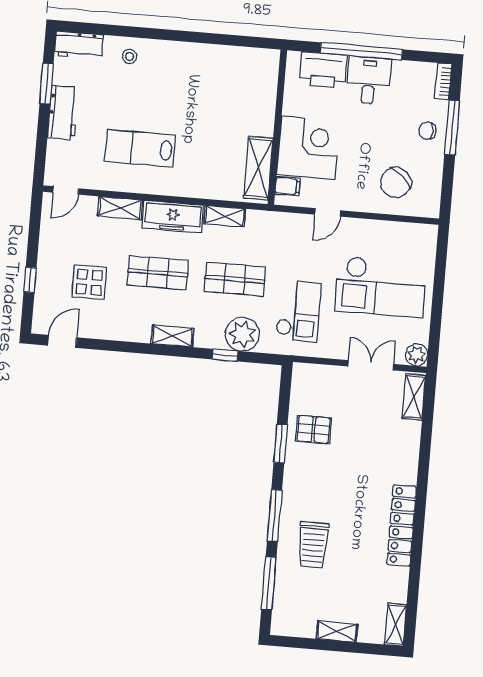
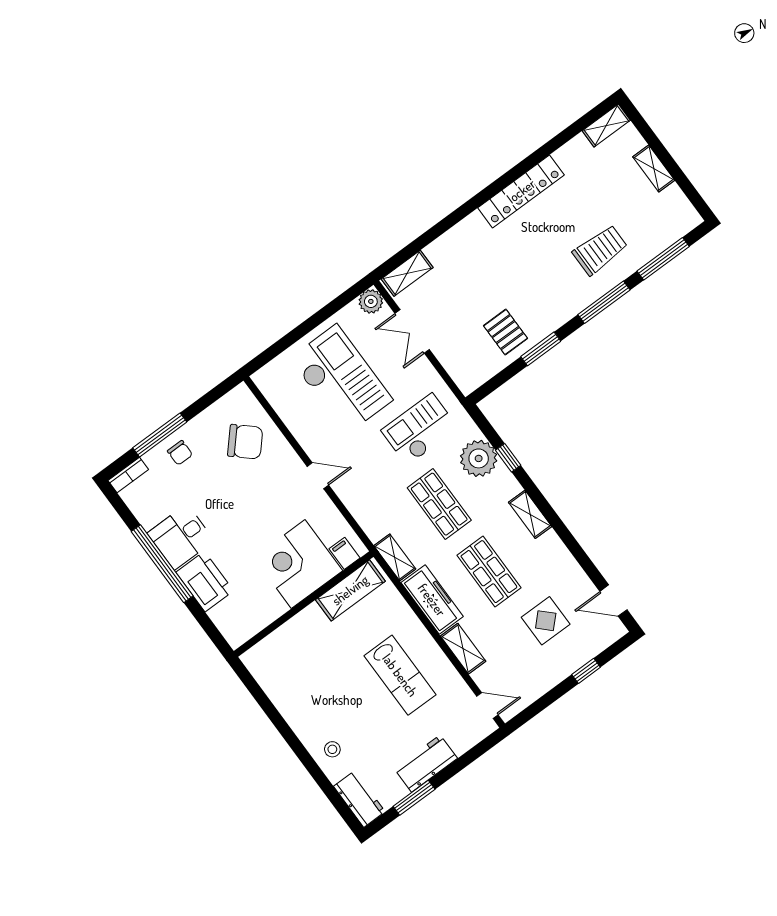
wall: (277, 127) -> (304, 604), moved
corner desk: (308, 148) -> (298, 564), moved
shelving: (258, 168) -> (350, 590), moved
filing cabinet: (288, 186) -> (344, 553), moved

